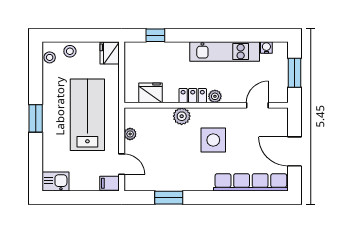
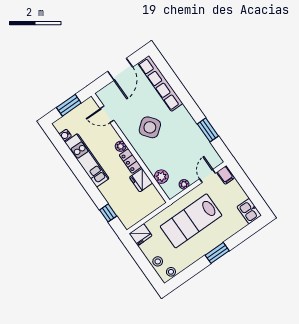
fridge: (150, 93) -> (141, 180), moved
plant: (182, 116) -> (161, 177), moved
side table: (213, 140) -> (150, 127), turned -38

